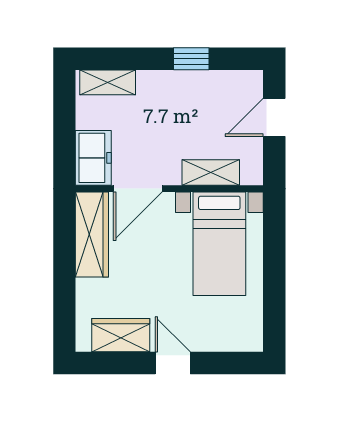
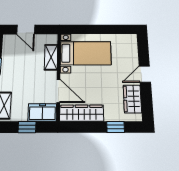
window: (64, 129) -> (27, 127), added
window: (64, 300) -> (116, 127), added

